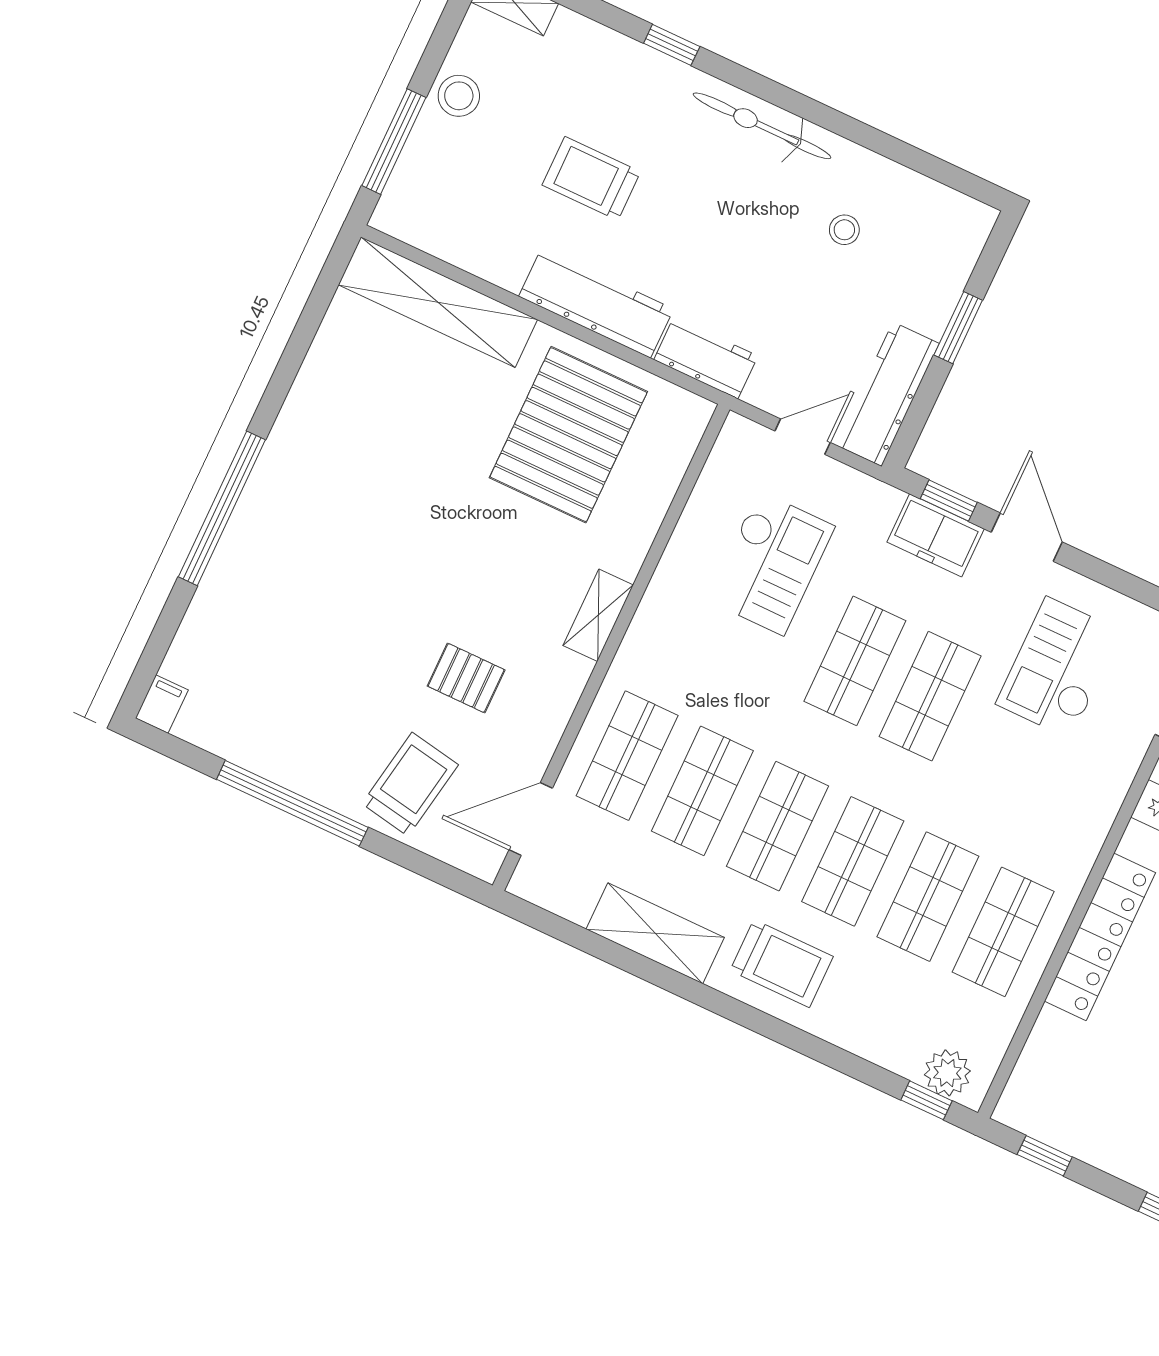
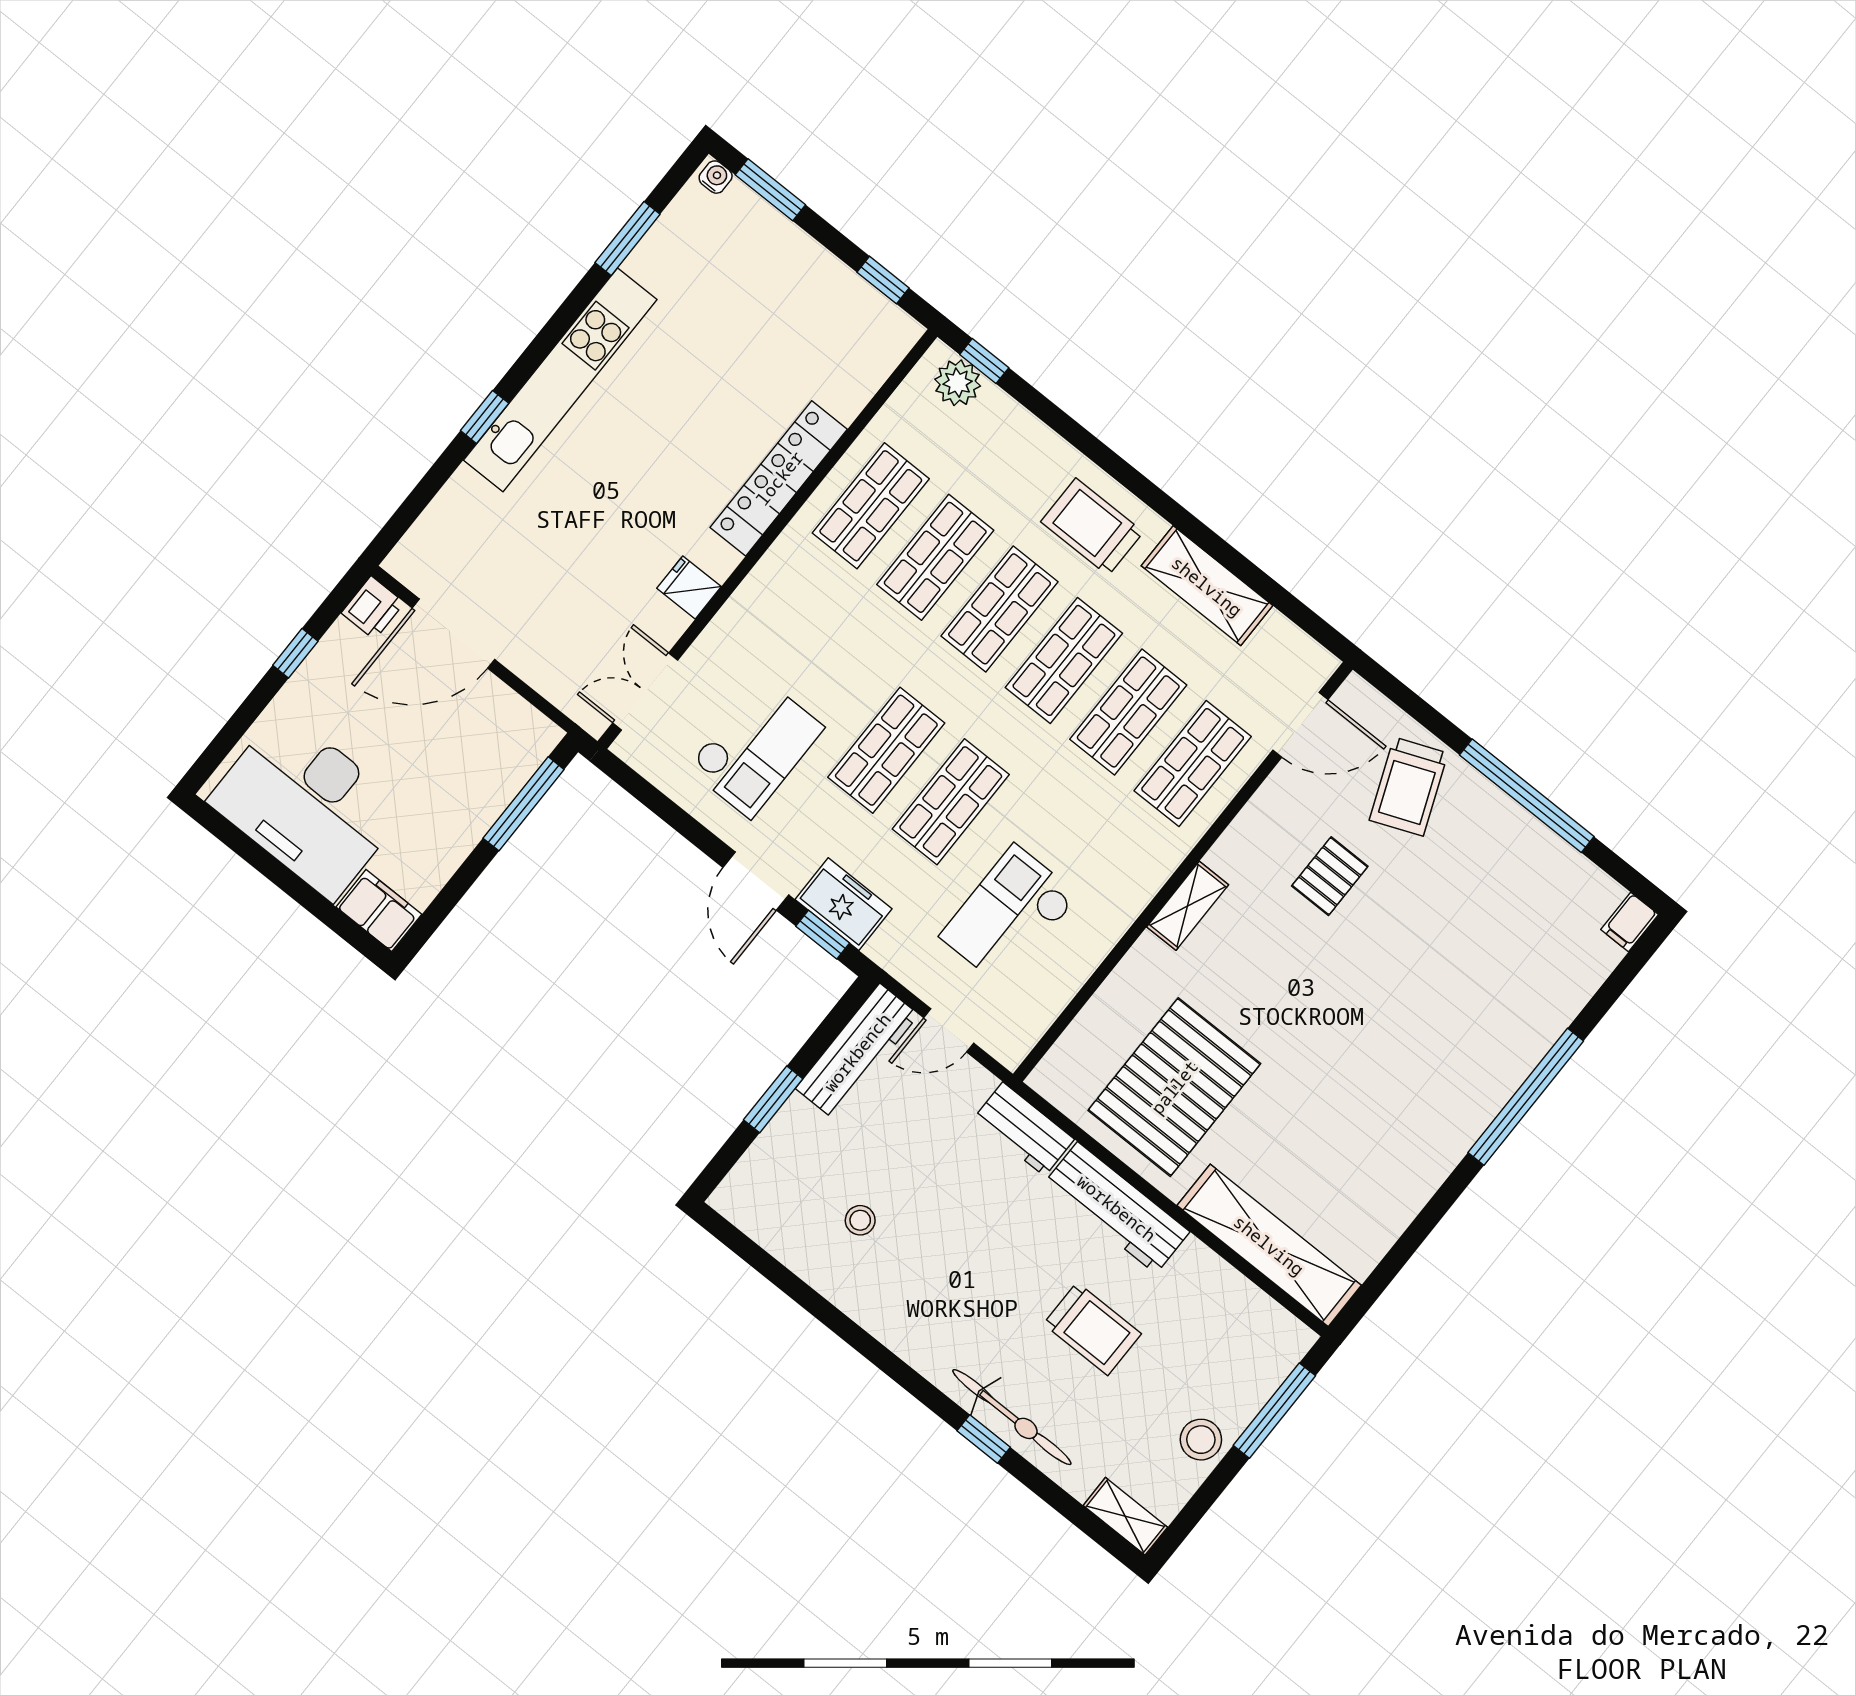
bicycle: (762, 126) -> (1012, 1417), moved
pallet: (466, 678) -> (1330, 876), turned 90
trolley: (410, 784) -> (1409, 787), turned -32

